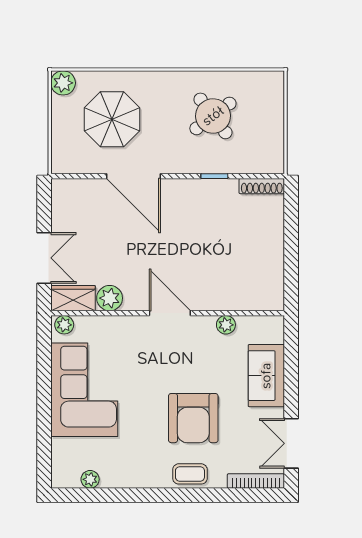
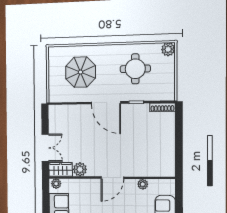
plant: (63, 83) -> (168, 49), moved
round table: (213, 116) -> (135, 69), turned 37
door: (133, 176) -> (106, 103), moved
door: (170, 313) -> (112, 178), swing flipped

